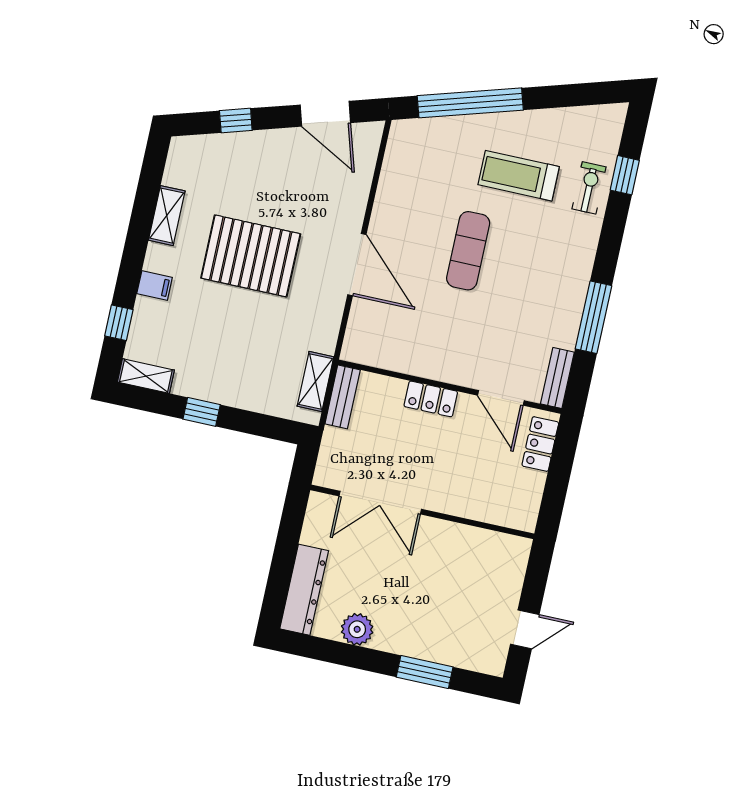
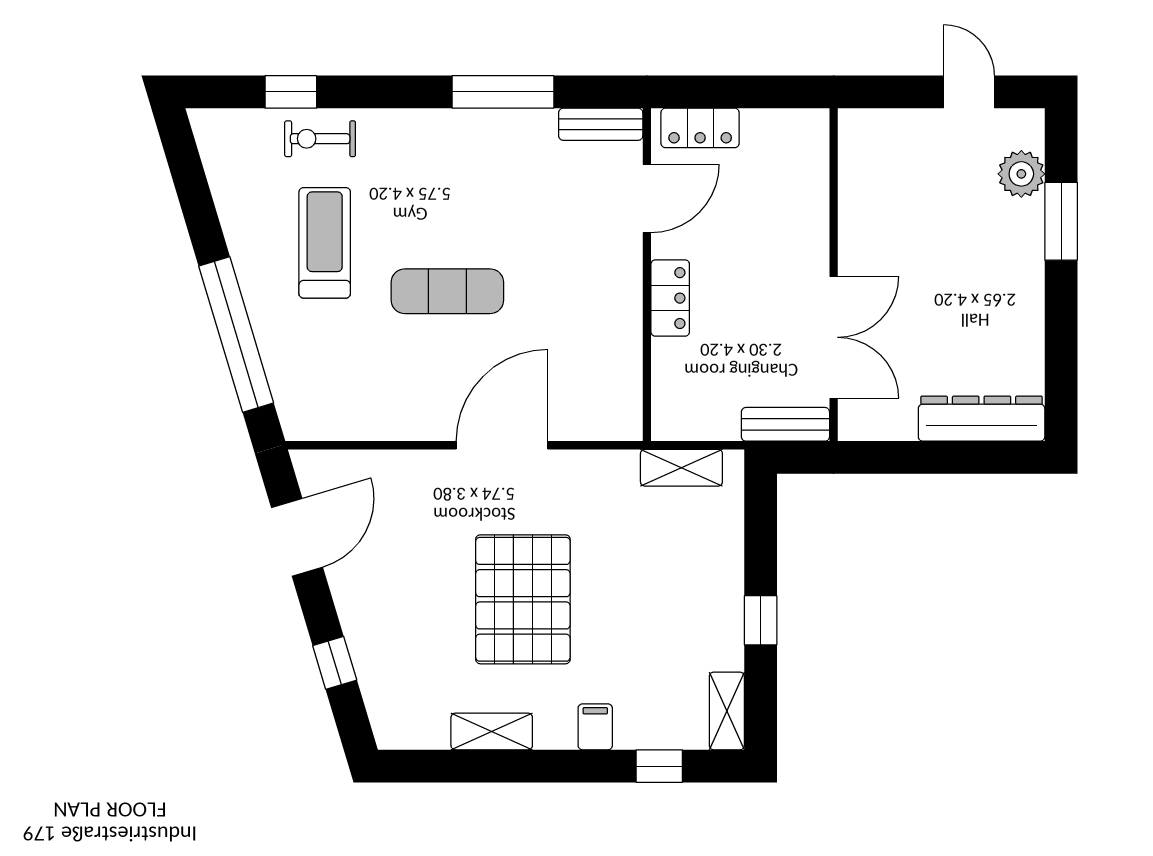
treadmill: (519, 176) -> (325, 243), turned 180
bench: (343, 397) -> (785, 424), moved
plant: (357, 629) -> (1021, 174), moved

